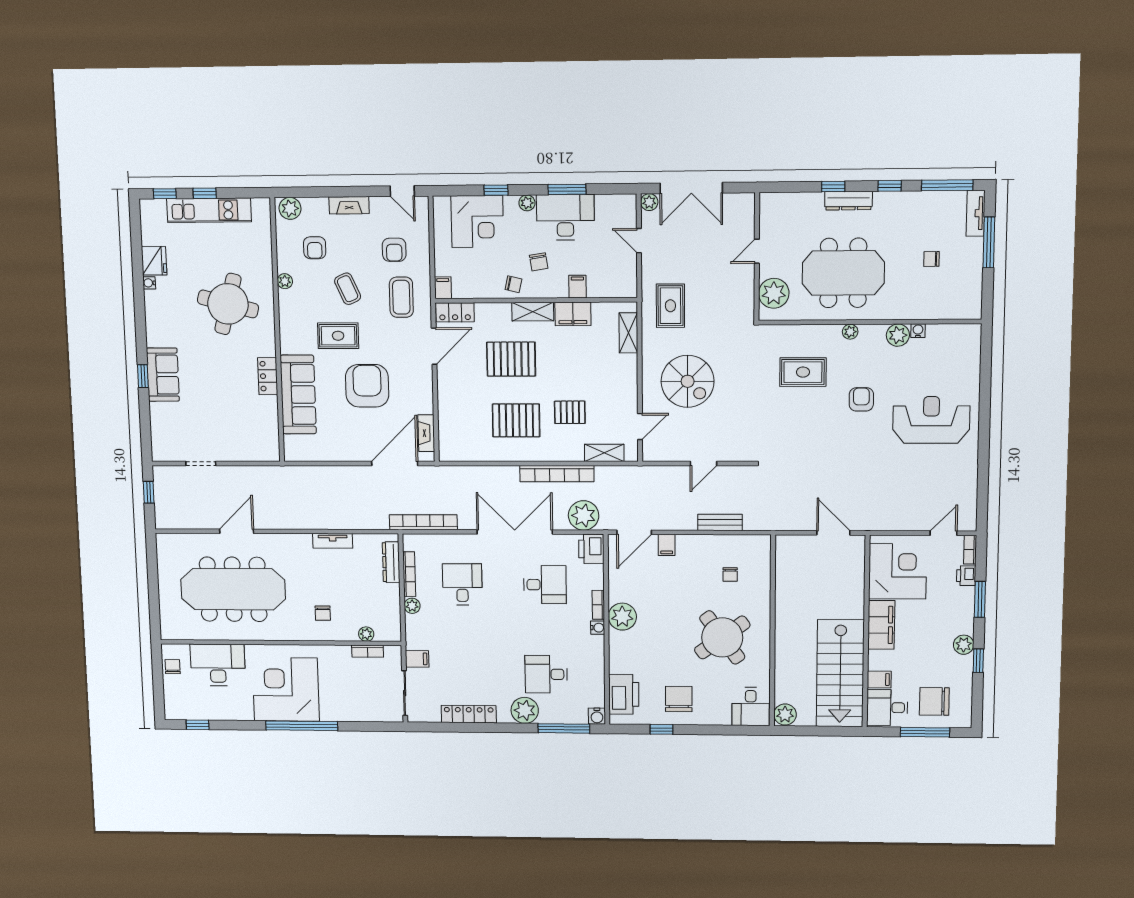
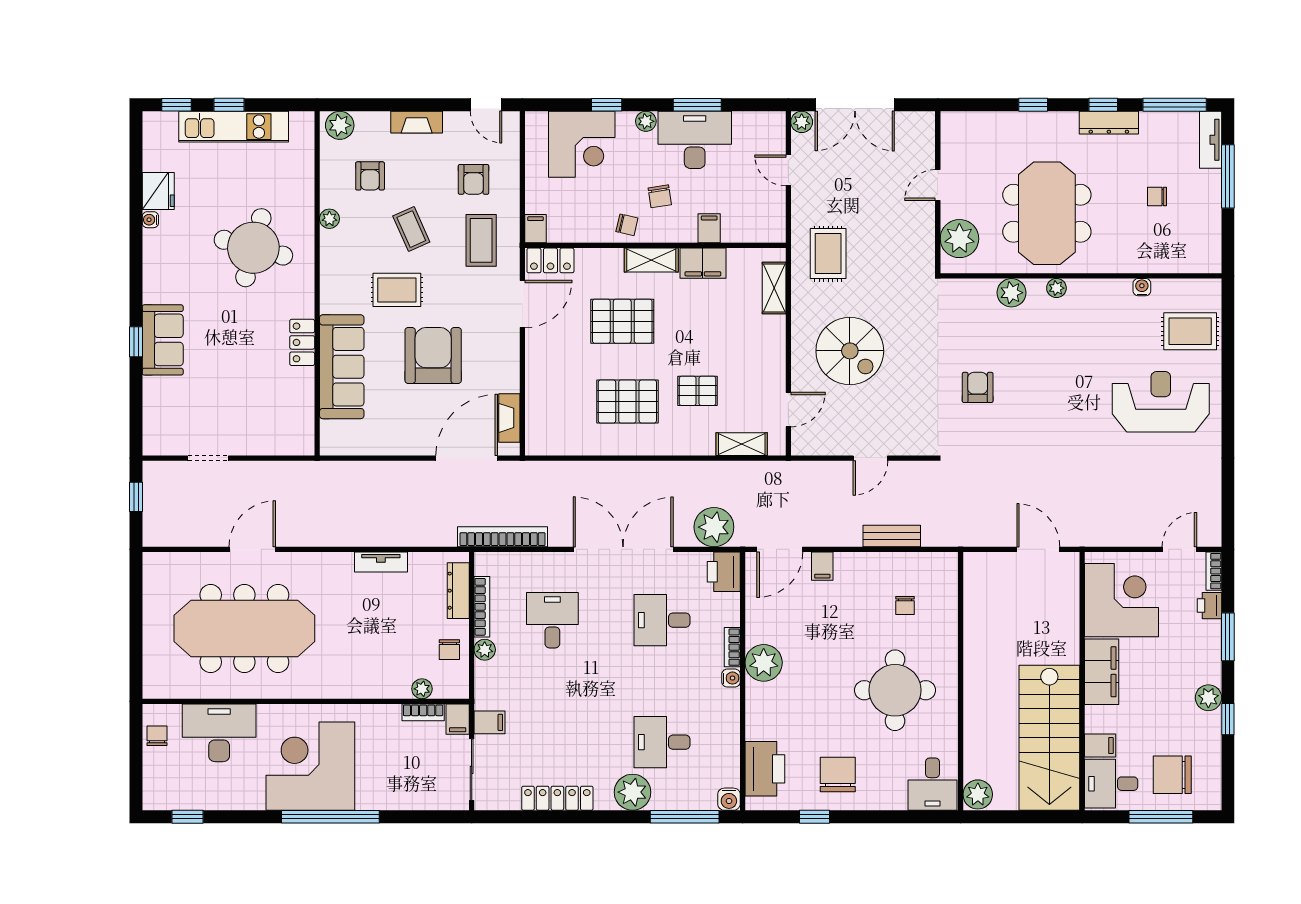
dresser: (848, 201) -> (1109, 123), moved
meeting table: (843, 273) -> (1047, 213), turned 90
plant: (898, 335) -> (1011, 293), moved
rug: (803, 372) -> (1190, 331), moved
armchair: (861, 399) -> (978, 387), moved
bookcase: (557, 474) -> (680, 472), removed
desk: (545, 585) -> (662, 620), turned 180
chair: (323, 613) -> (449, 650), moved
round table: (722, 637) -> (895, 690), turned 36
filing cabinet: (393, 656) -> (458, 719), added

